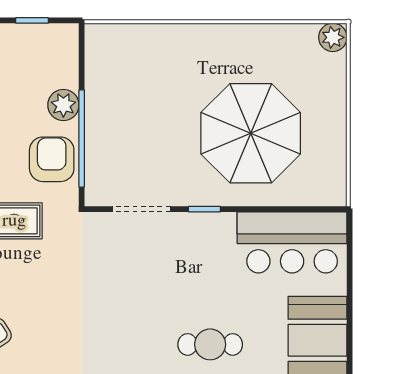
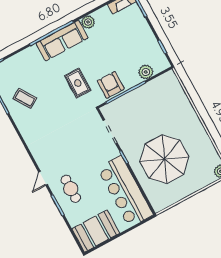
plant: (63, 105) -> (146, 72), moved
armchair: (52, 159) -> (111, 85), turned -90
bar counter: (292, 242) -> (125, 191), width x1.36

